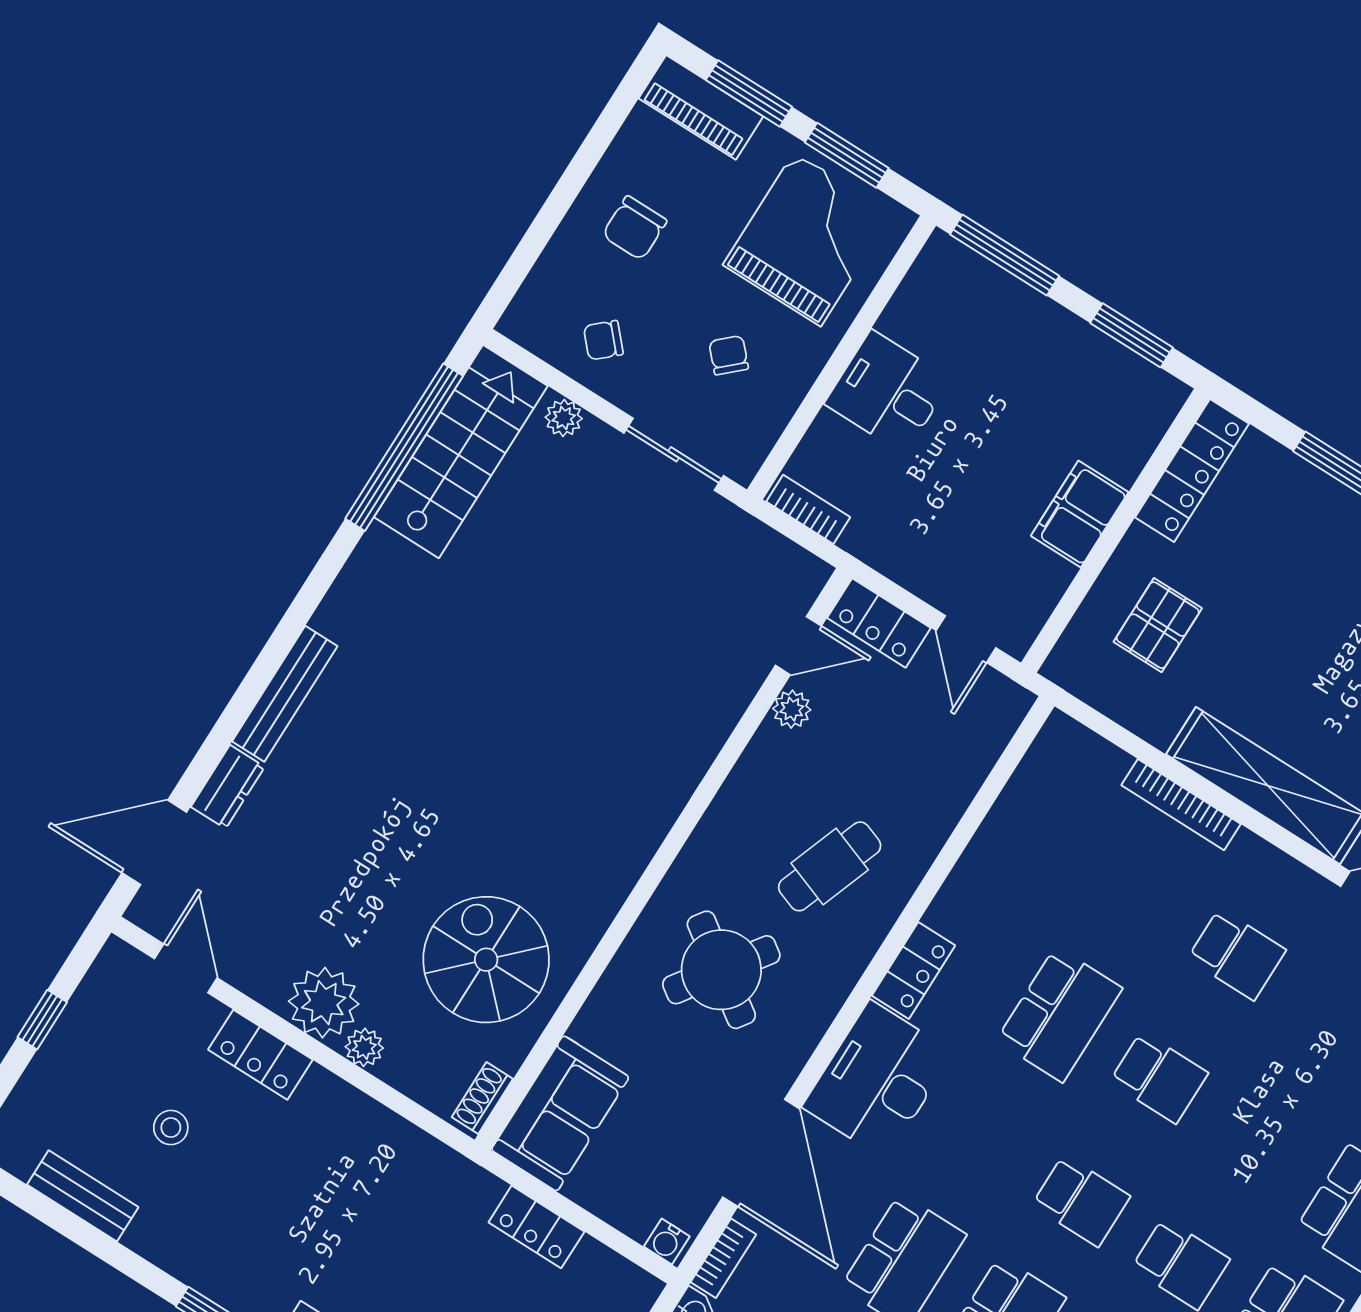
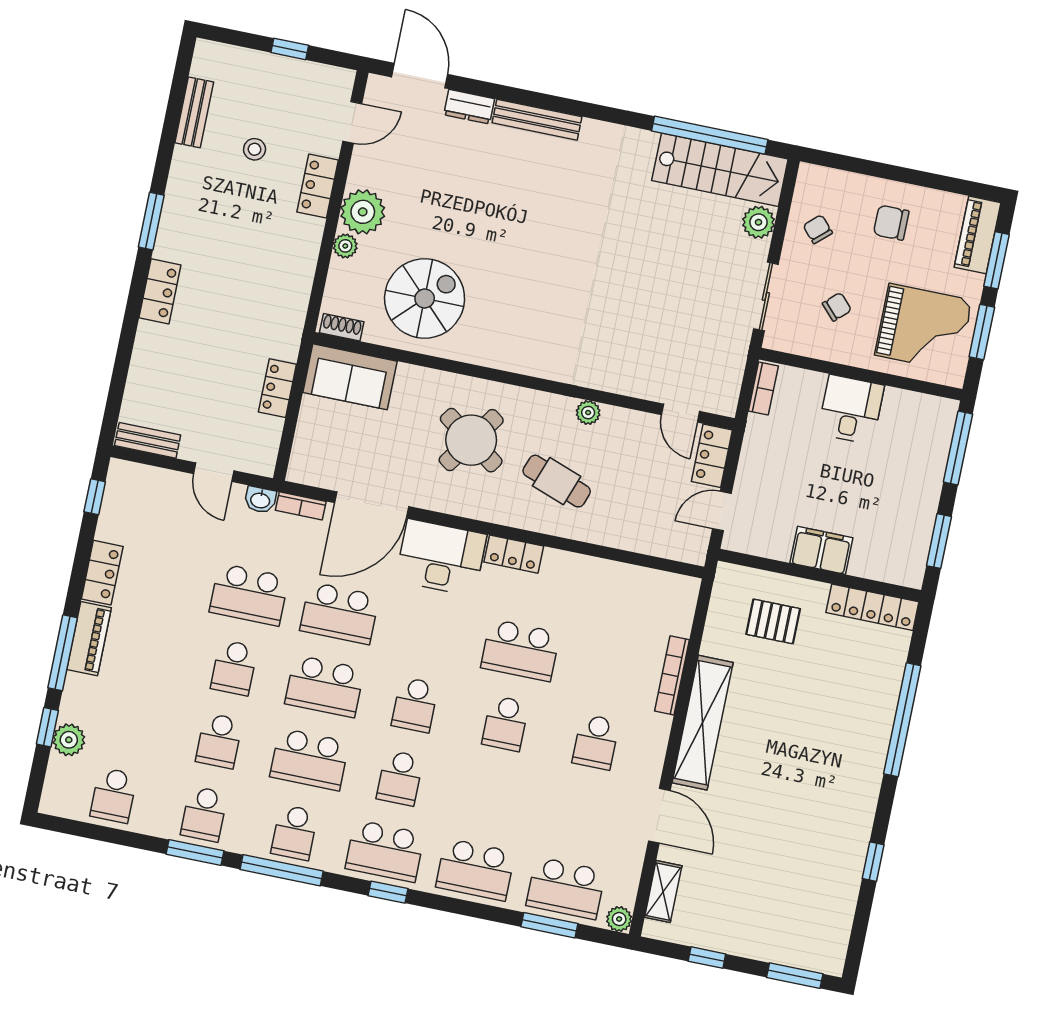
plant: (564, 418) -> (758, 222), width x1.38, depth x1.38
plant: (792, 709) -> (588, 413), moved
water cooler: (667, 1241) -> (298, 469), removed

